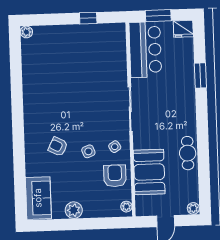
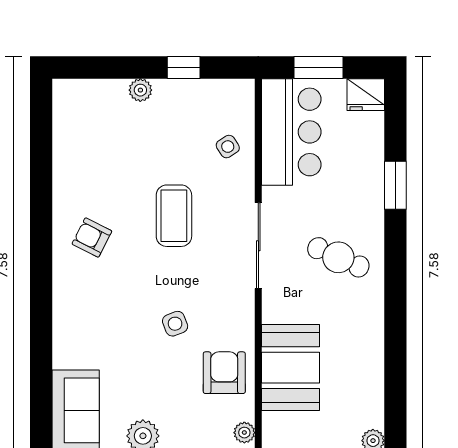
plant: (26, 32) -> (140, 90), moved
coffee table: (86, 95) -> (174, 216), added
armchair: (58, 147) -> (92, 237), moved
side table: (115, 147) -> (228, 147), moved
cafe table: (188, 153) -> (338, 257), moved, turned -66

